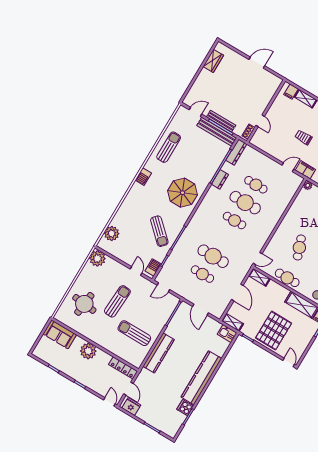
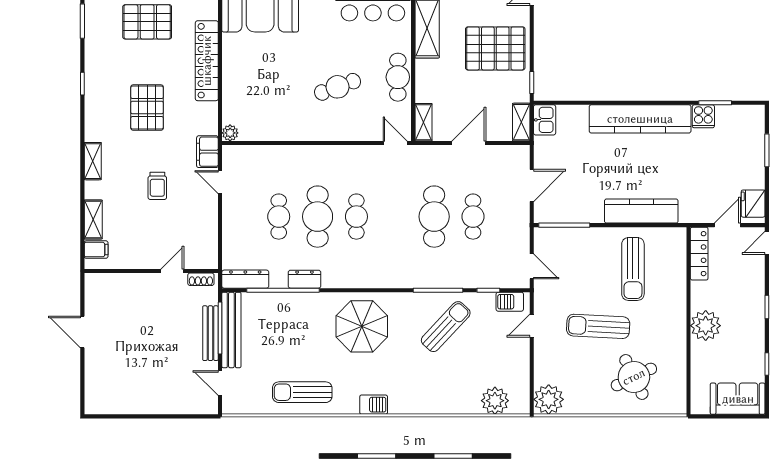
wardrobe: (213, 61) -> (121, 403), removed
round table: (84, 304) -> (634, 377), turned -32
sofa: (60, 334) -> (738, 399), moved, turned -90

